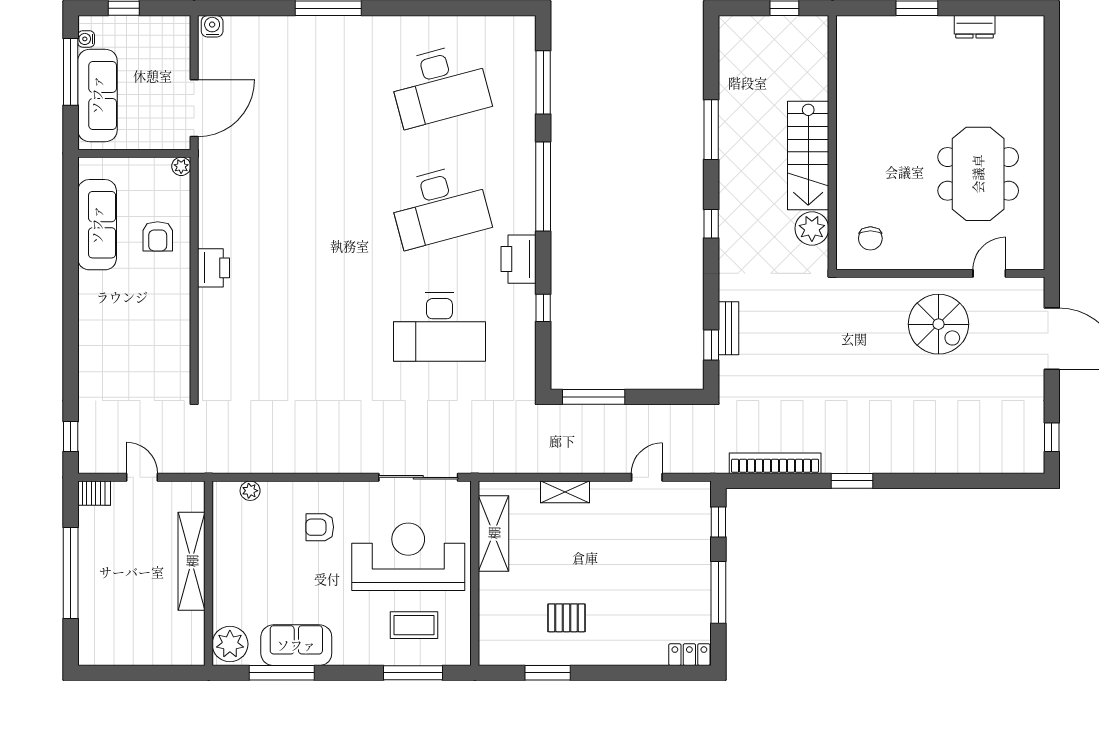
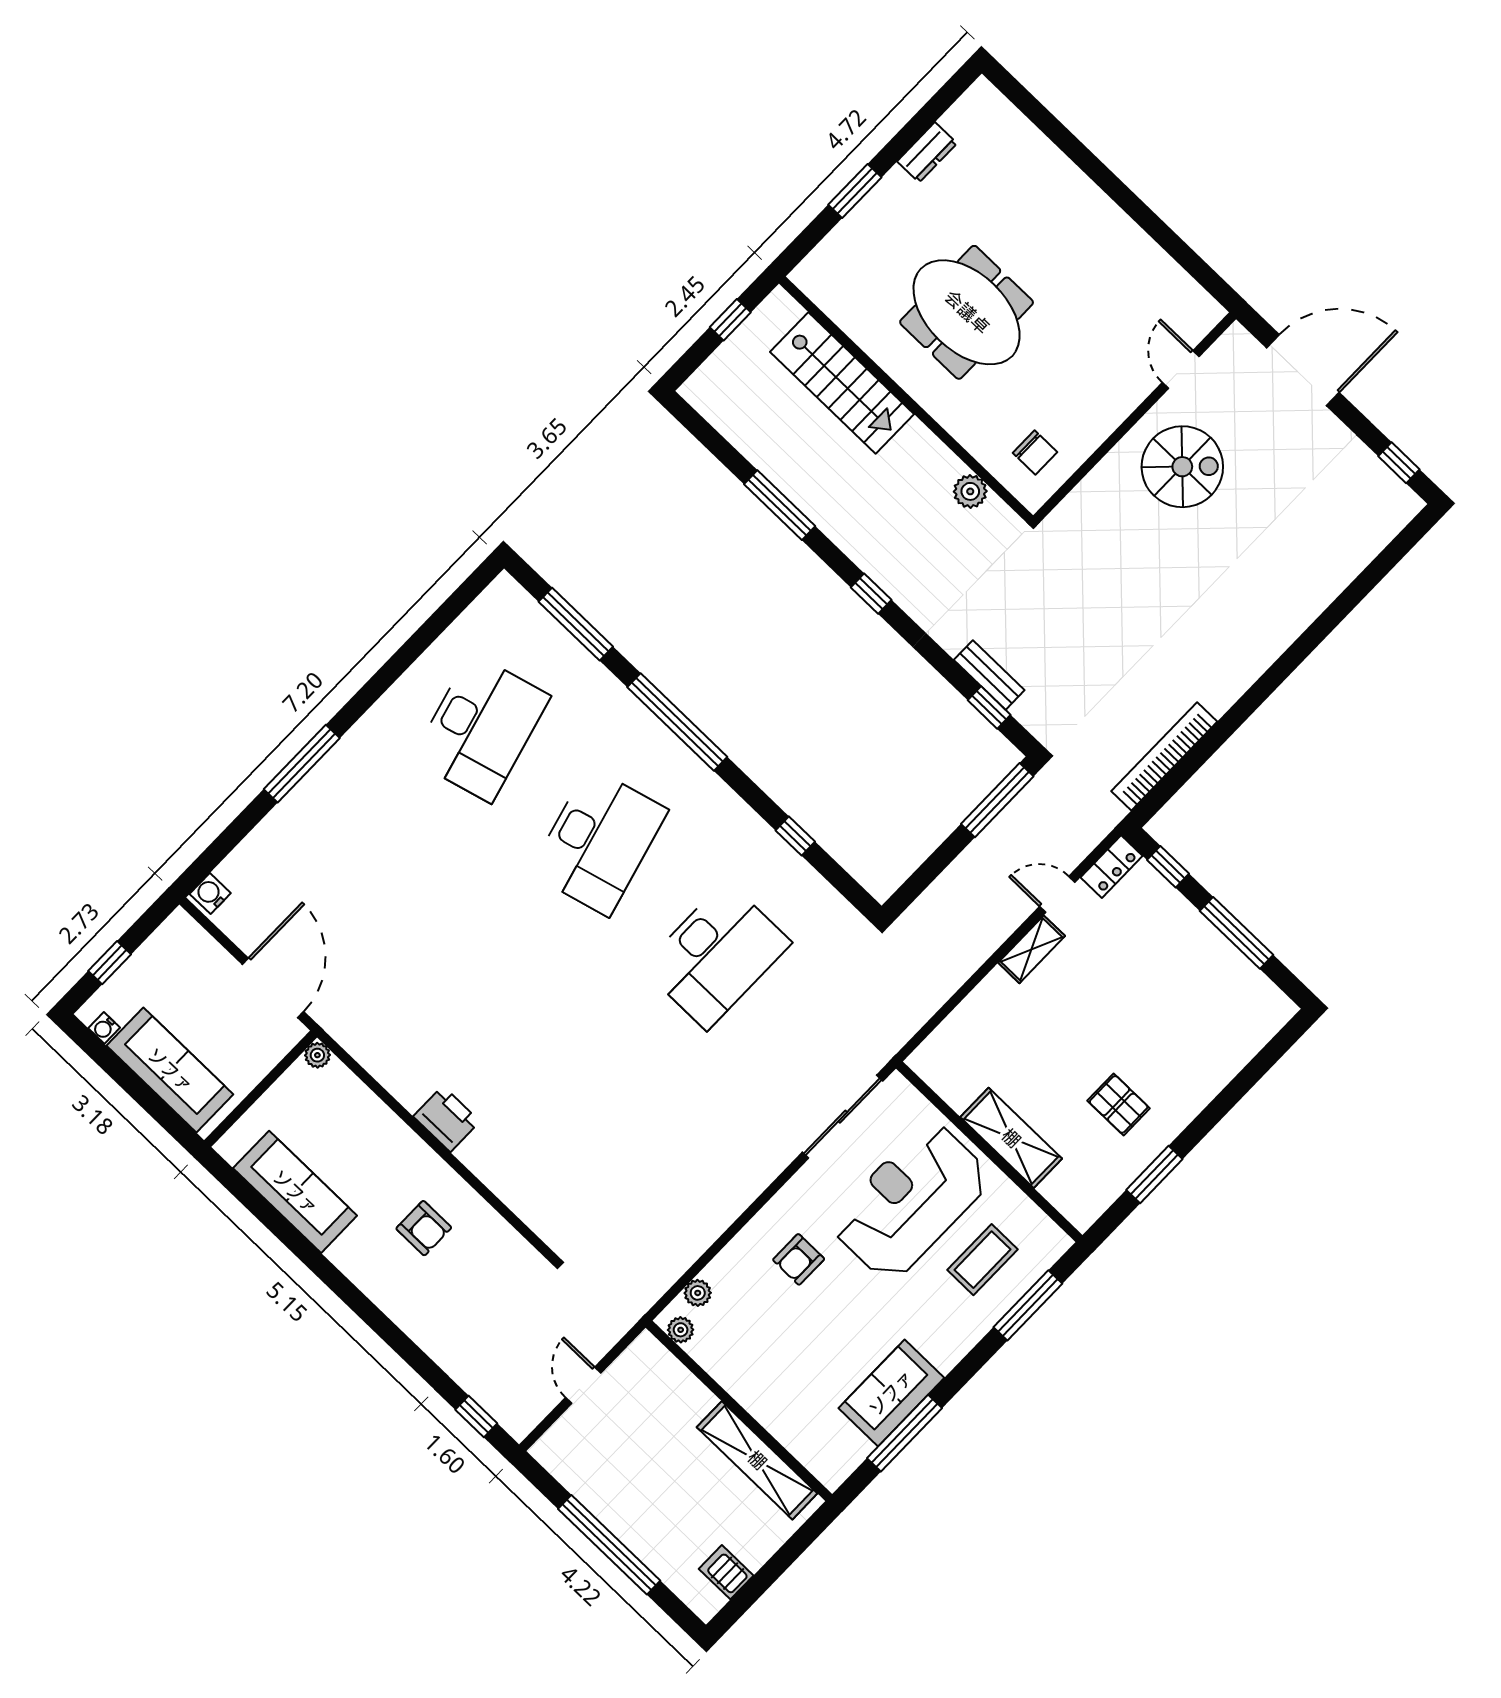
window: (71, 72) -> (122, 1074), removed
stairs: (808, 155) -> (842, 383), moved
meeting table: (978, 174) -> (967, 312), moved
plant: (812, 228) -> (970, 491), width x0.73, depth x0.73
armchair: (158, 236) -> (424, 1228), moved
printer: (519, 259) -> (725, 814), removed
window: (594, 397) -> (997, 800), moved
door: (142, 477) -> (583, 1385), hinge flipped
door: (647, 477) -> (1057, 894), hinge flipped
window: (852, 481) -> (1254, 698), removed
shelving: (565, 492) -> (1032, 949), moved
server rack: (94, 493) -> (726, 1572), moved, turned -90
shelving: (494, 533) -> (1011, 1138), moved
shelving: (192, 561) -> (757, 1460), moved
pallet: (567, 618) -> (1119, 1104), turned 90
plant: (230, 644) -> (681, 1330), moved, width x0.53, depth x0.53
locker: (689, 655) -> (1112, 867), moved, turned 180

